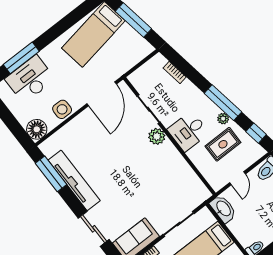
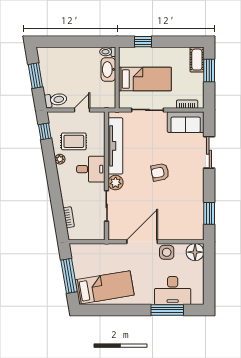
door: (102, 94) -> (142, 242), moved
window: (223, 103) -> (51, 170), removed
window: (51, 174) -> (209, 213), width x0.69
armchair: (124, 177) -> (160, 172), added
tv unit: (74, 180) -> (115, 146), moved, turned 180
washbasin: (223, 209) -> (108, 69), moved

